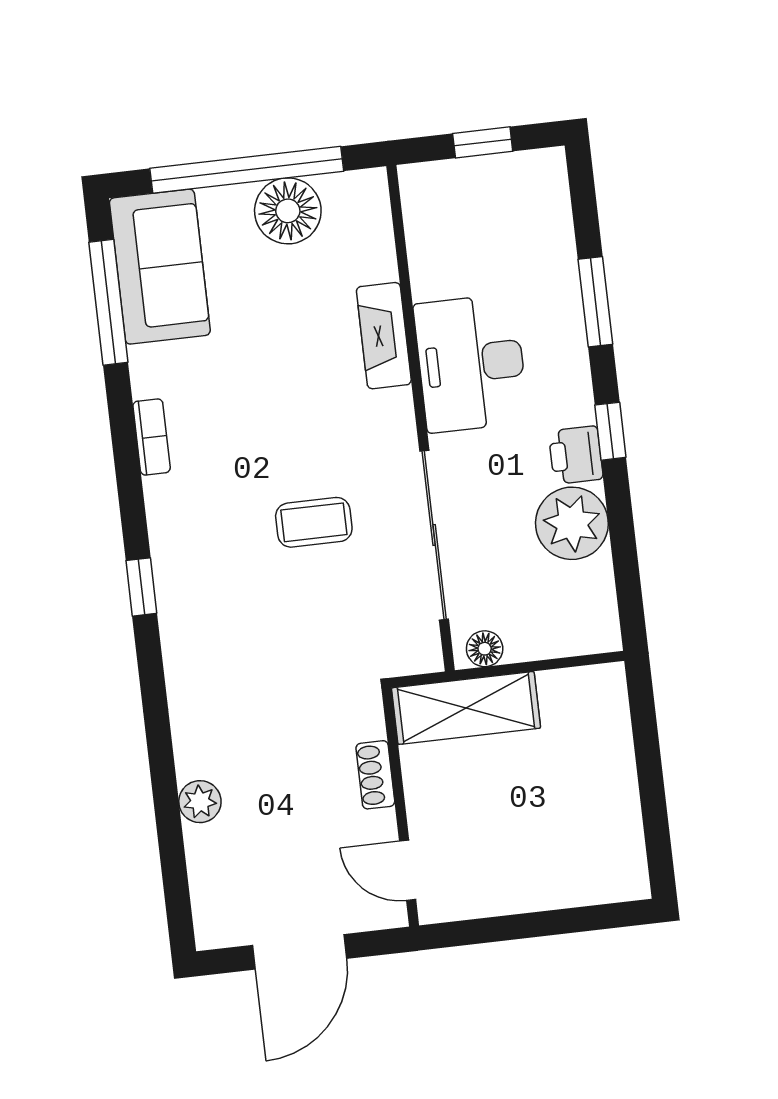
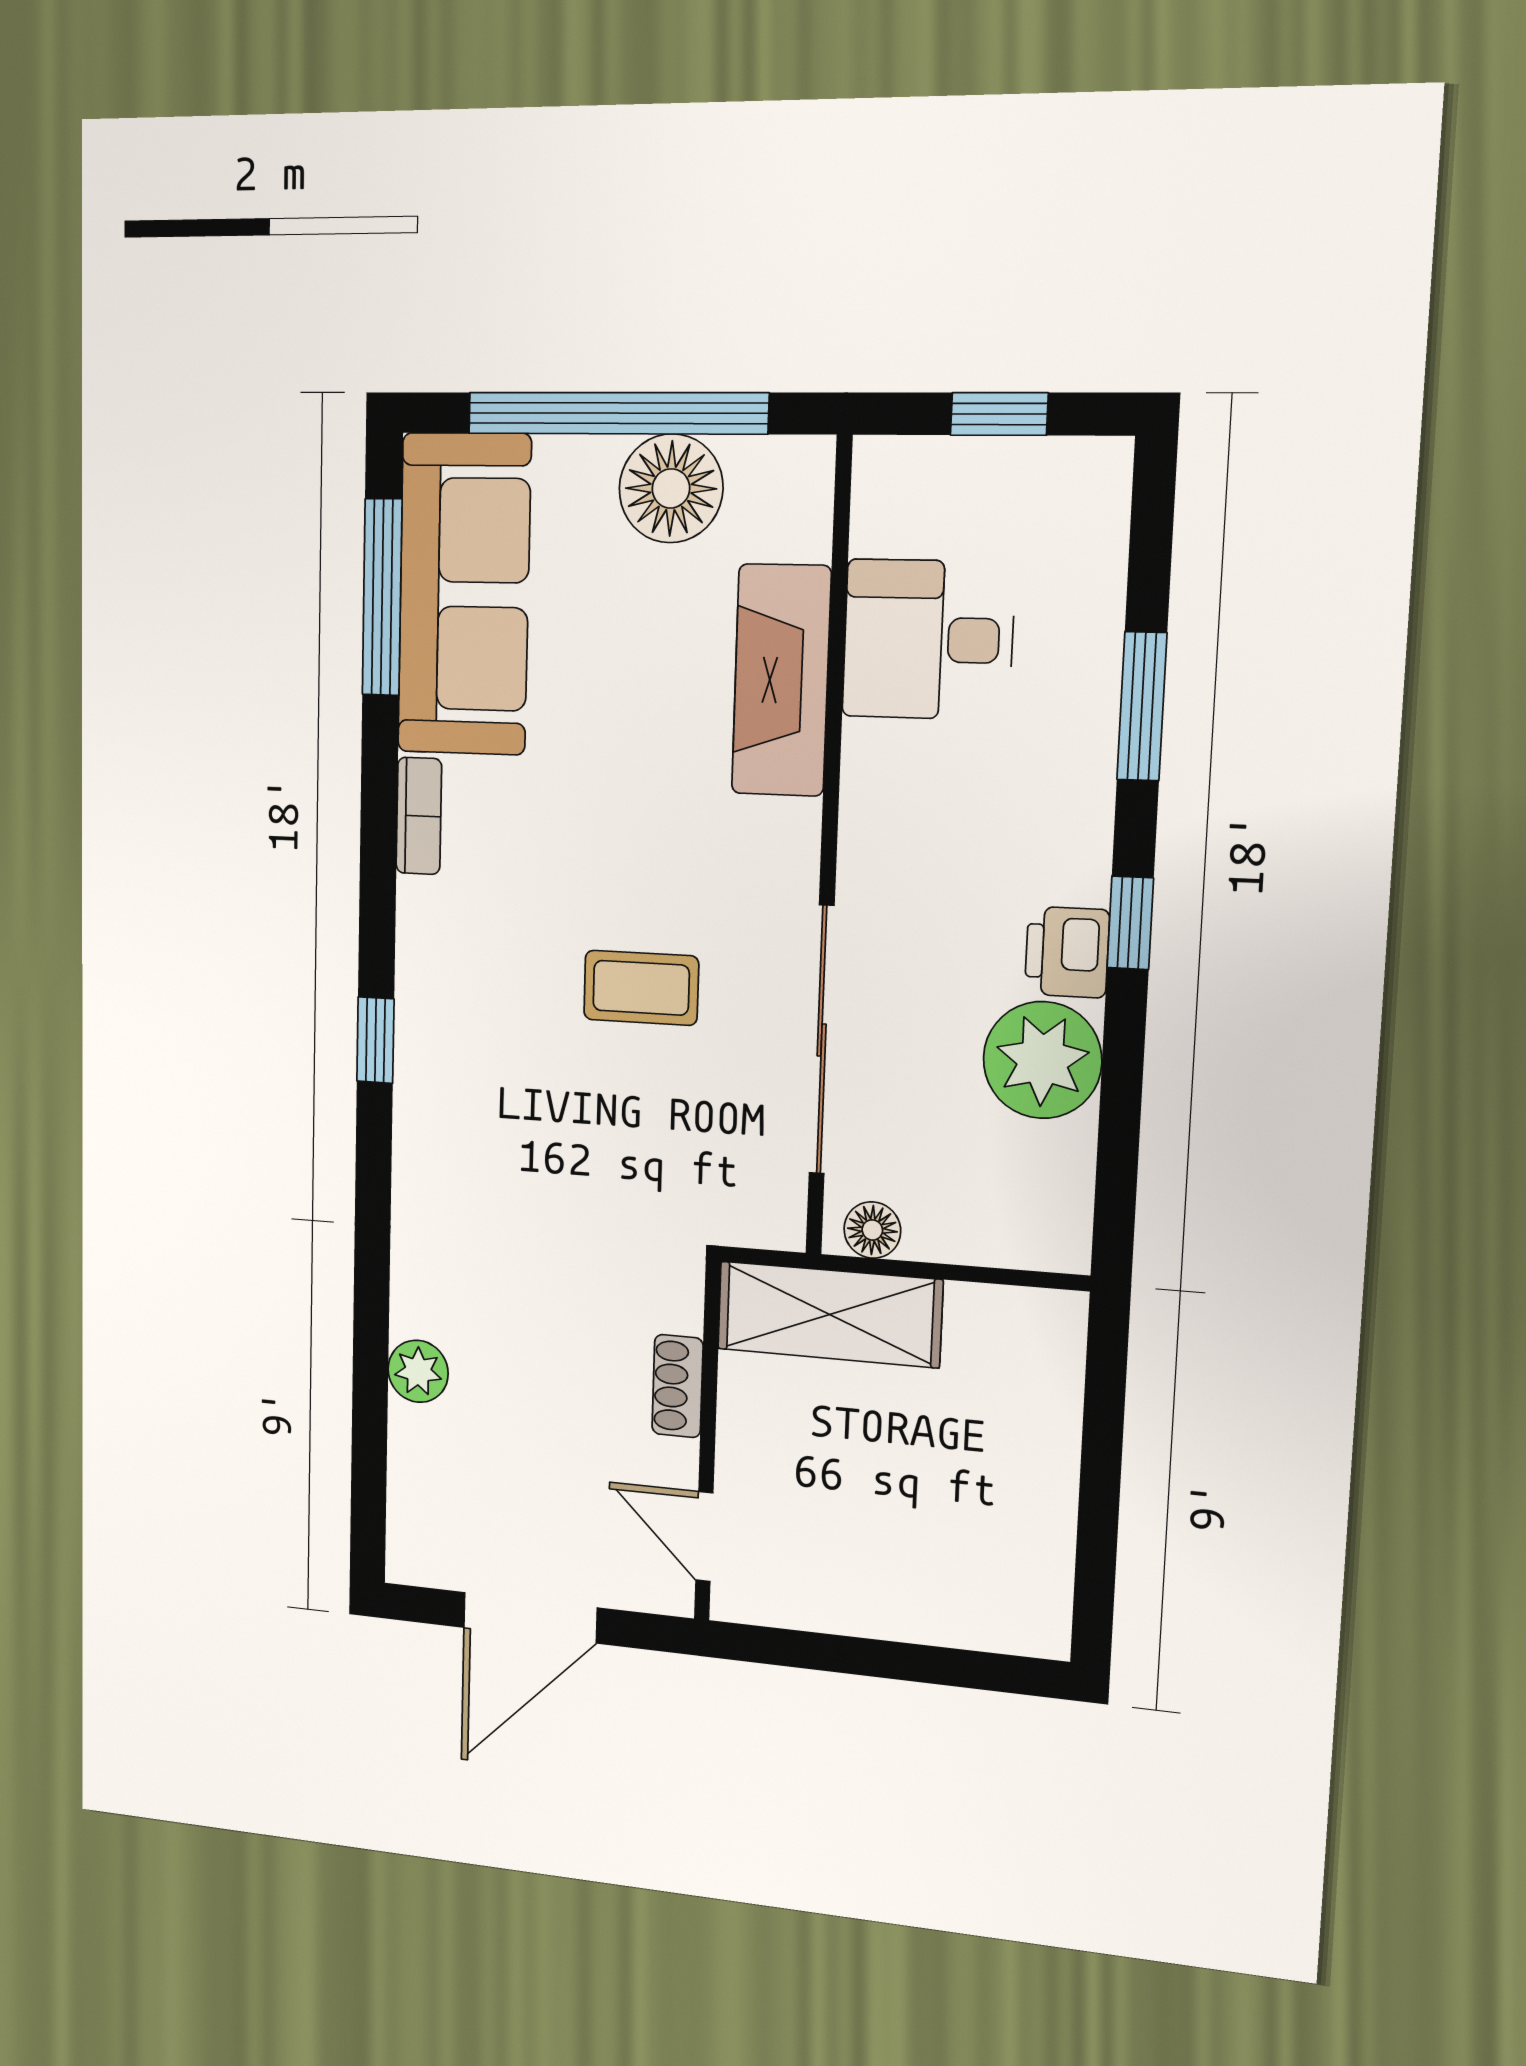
sofa: (160, 267) -> (464, 594), width x1.36
fireplace: (384, 336) -> (781, 680), width x1.37, depth x1.32
desk: (471, 363) -> (928, 640), moved, width x0.73

